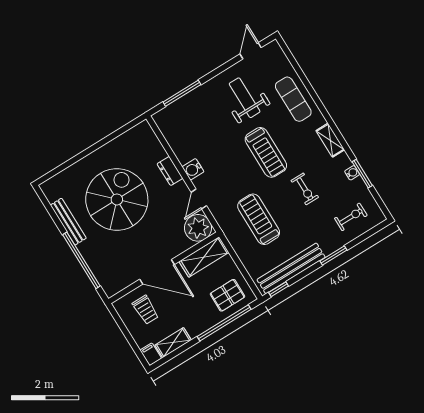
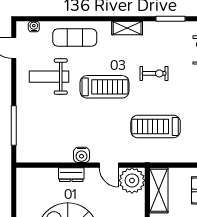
water cooler: (352, 173) -> (34, 27), moved

